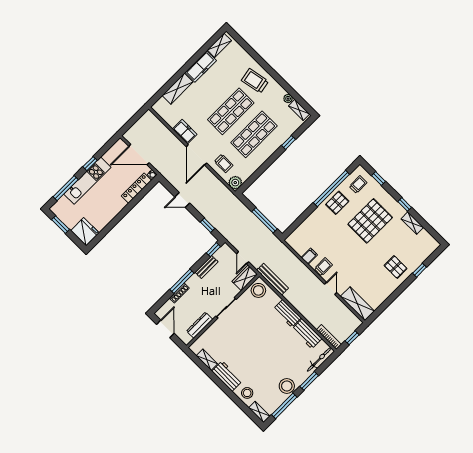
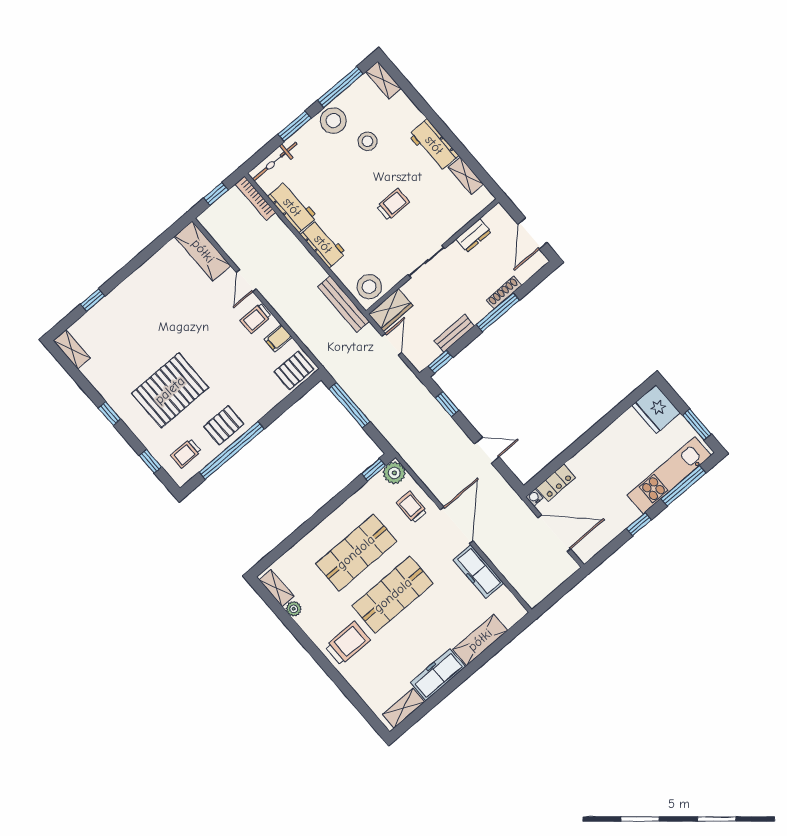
trolley: (255, 81) -> (348, 643), turned -79
freezer: (185, 132) -> (478, 572), width x1.40
window: (289, 142) -> (373, 470), moved
kitchen unit: (87, 181) -> (669, 475), moved
locker: (136, 188) -> (556, 483), width x0.66
shelving: (412, 223) -> (72, 349), moved
pallet: (396, 267) -> (294, 370), moved, turned 90
dresser: (200, 325) -> (474, 235), width x0.70
trolley: (248, 340) -> (393, 204), added
stool: (247, 393) -> (367, 141), moved

